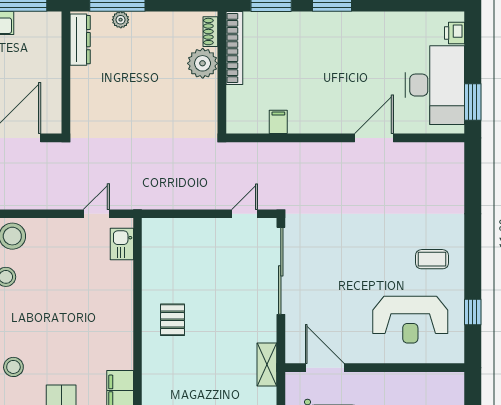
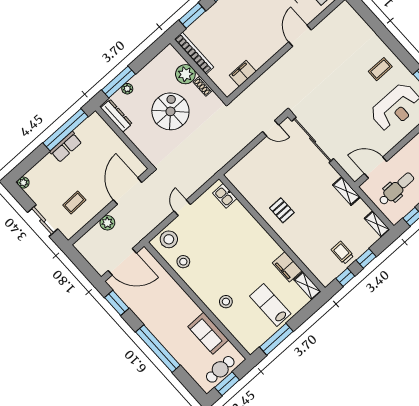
shoe rack: (210, 32) -> (203, 86), moved
spiral stairs: (147, 91) -> (170, 111), added
filing cabinet: (278, 122) -> (243, 73), width x2.00
door: (96, 214) -> (182, 208), moved
door: (245, 214) -> (271, 128), swing flipped

